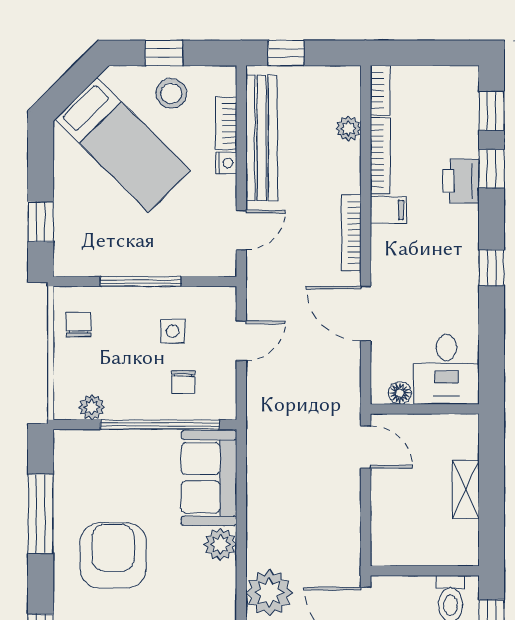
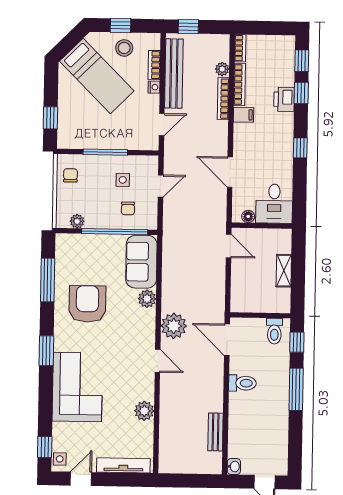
bookcase: (351, 233) -> (223, 99), moved

